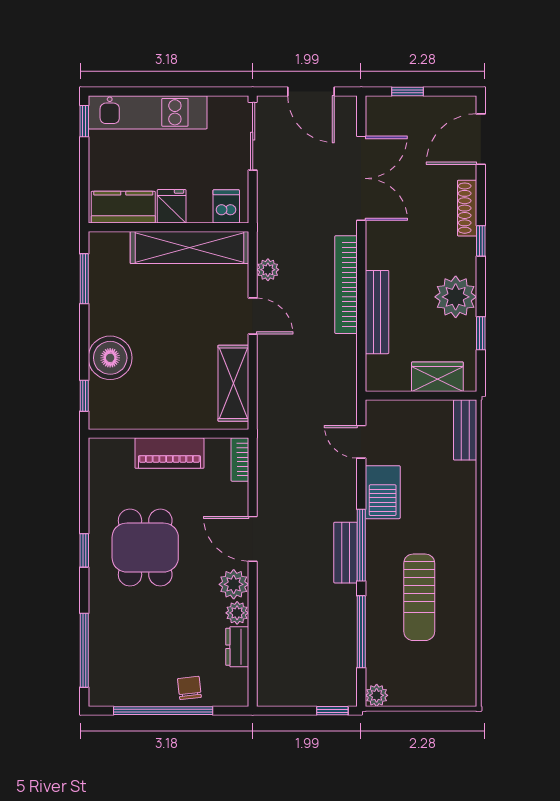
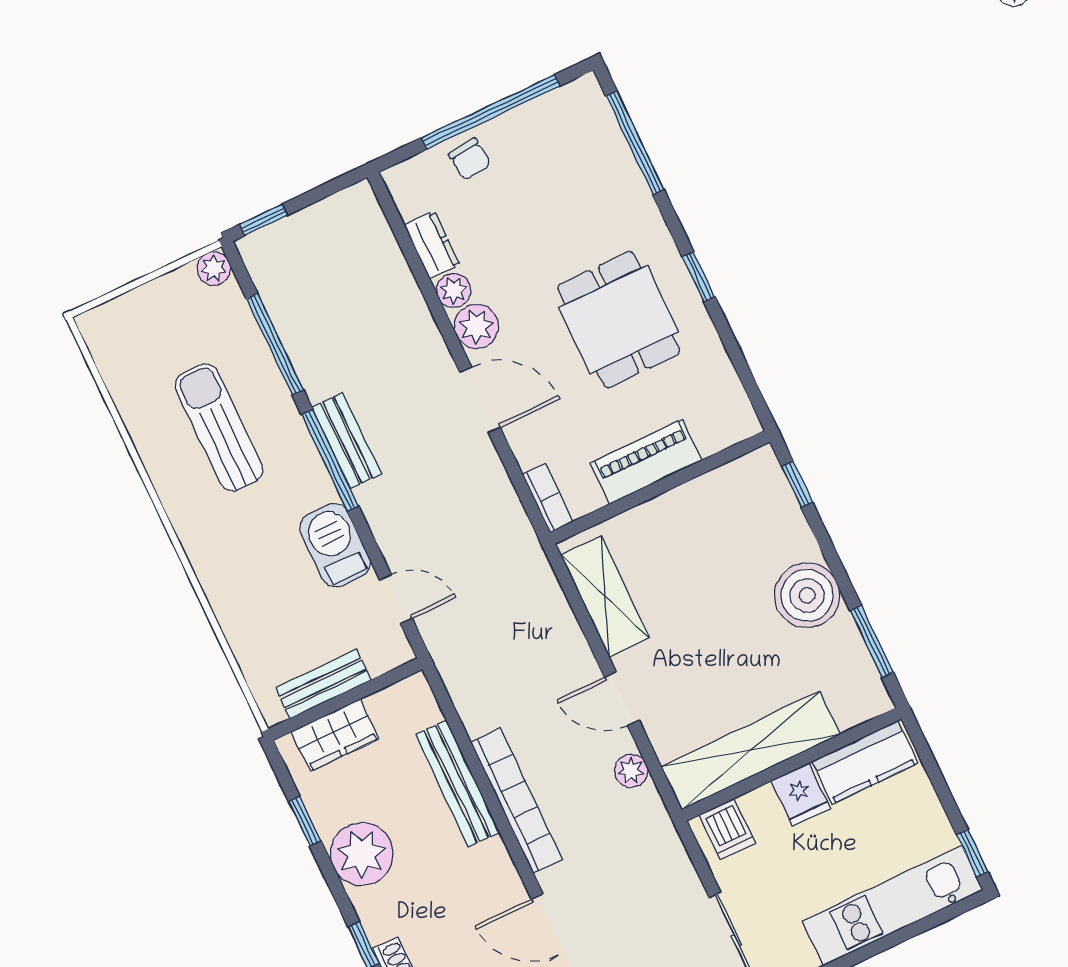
boiler: (110, 358) -> (807, 595), moved
bench: (465, 430) -> (323, 684), moved, turned 90

